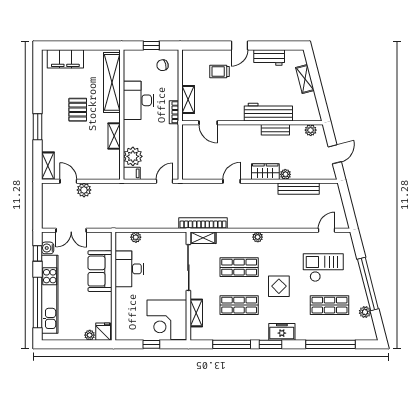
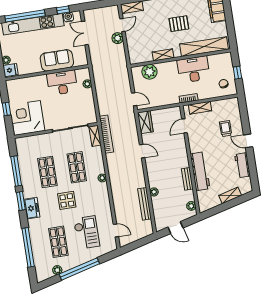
wardrobe: (265, 172) -> (145, 122), moved
filing cabinet: (132, 173) -> (136, 73), removed
shelving: (196, 313) -> (36, 140), removed

